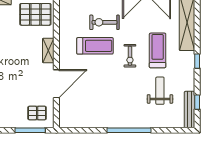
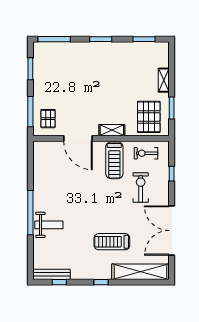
treadmill: (95, 46) -> (114, 160), moved
treadmill: (158, 50) -> (112, 242), turned 180
exercise bike: (130, 56) -> (146, 153), moved
weight bench: (160, 91) -> (49, 225), moved

